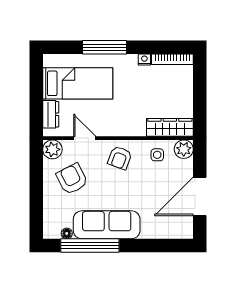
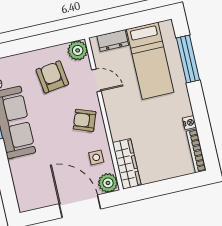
window: (104, 47) -> (188, 59), moved
door: (85, 138) -> (96, 80), hinge flipped
armchair: (72, 179) -> (52, 77), turned -71
door: (200, 196) -> (80, 206), moved

